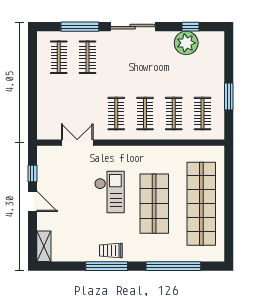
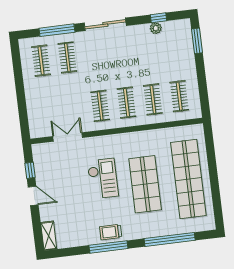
plant: (186, 43) -> (156, 28), width x0.53, depth x0.53
window: (229, 96) -> (197, 41), moved

